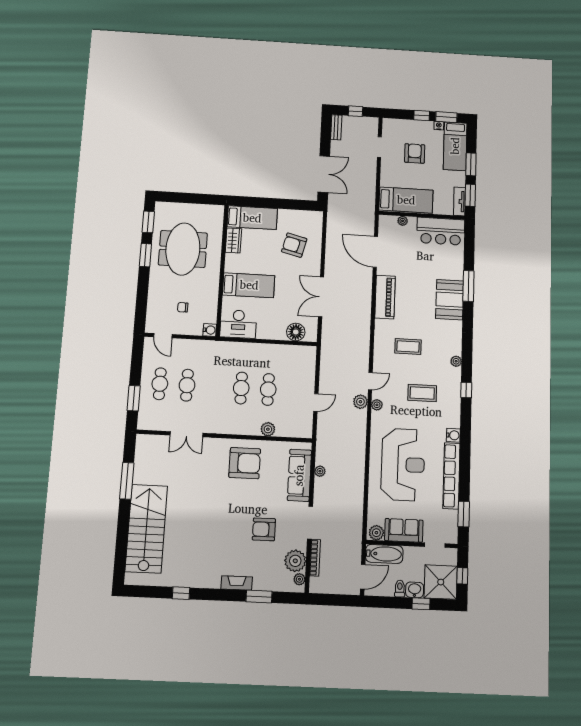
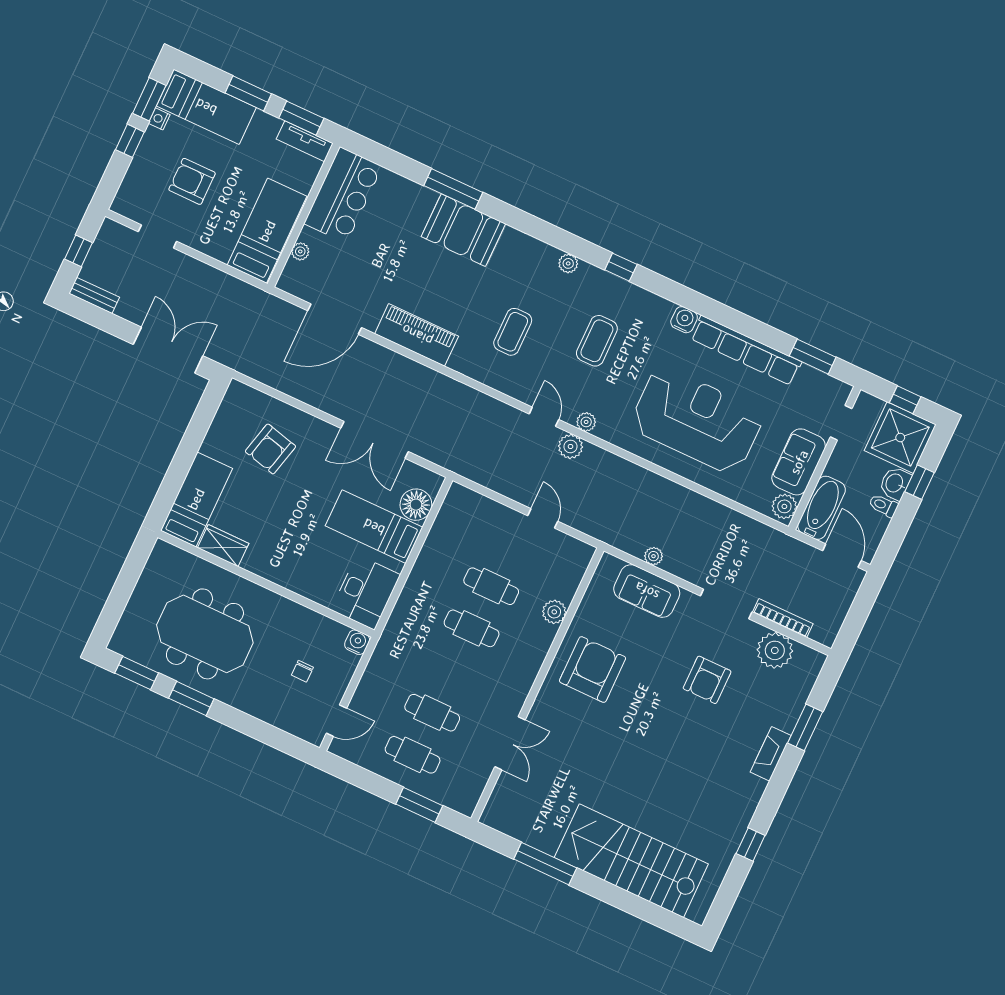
bed: (249, 285) -> (374, 527), moved, turned -90
sofa: (299, 475) -> (647, 591), width x0.73
plant: (299, 579) -> (805, 655), removed

